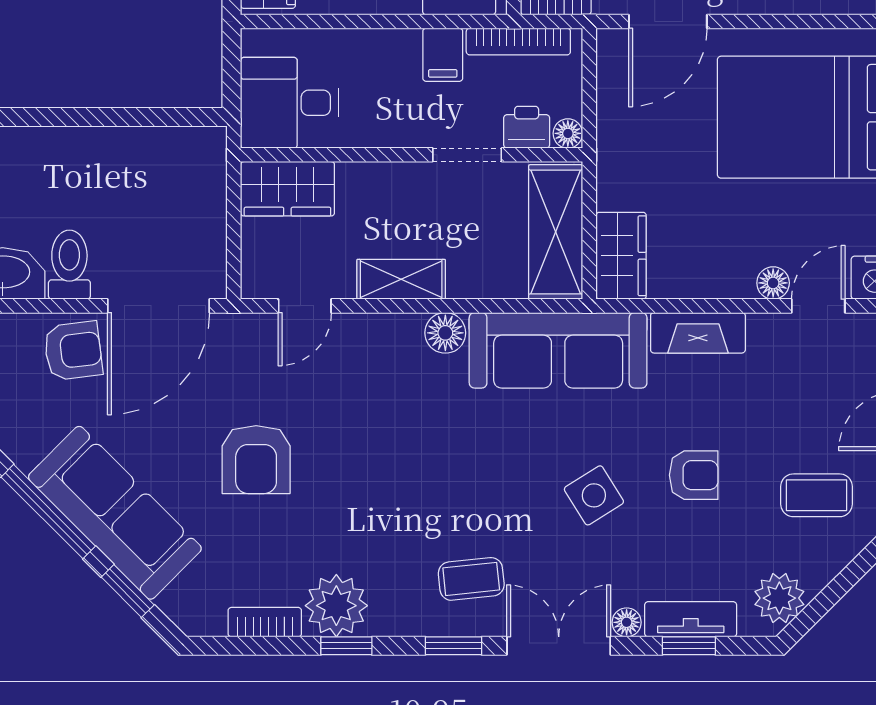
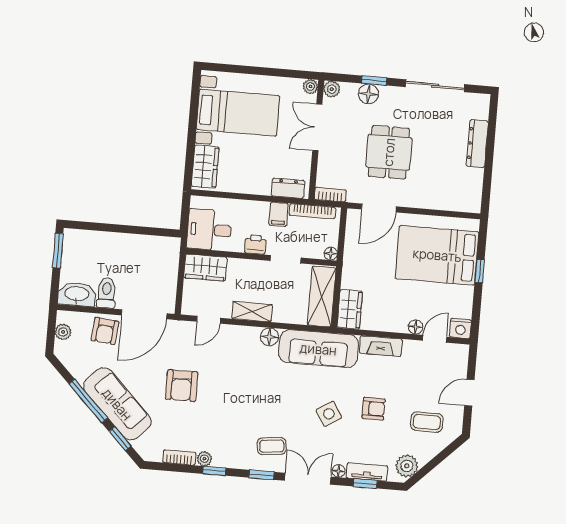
printer: (527, 127) -> (255, 244), moved
armchair: (73, 351) -> (105, 331), turned 103
plant: (336, 606) -> (204, 459), width x0.53, depth x0.53

